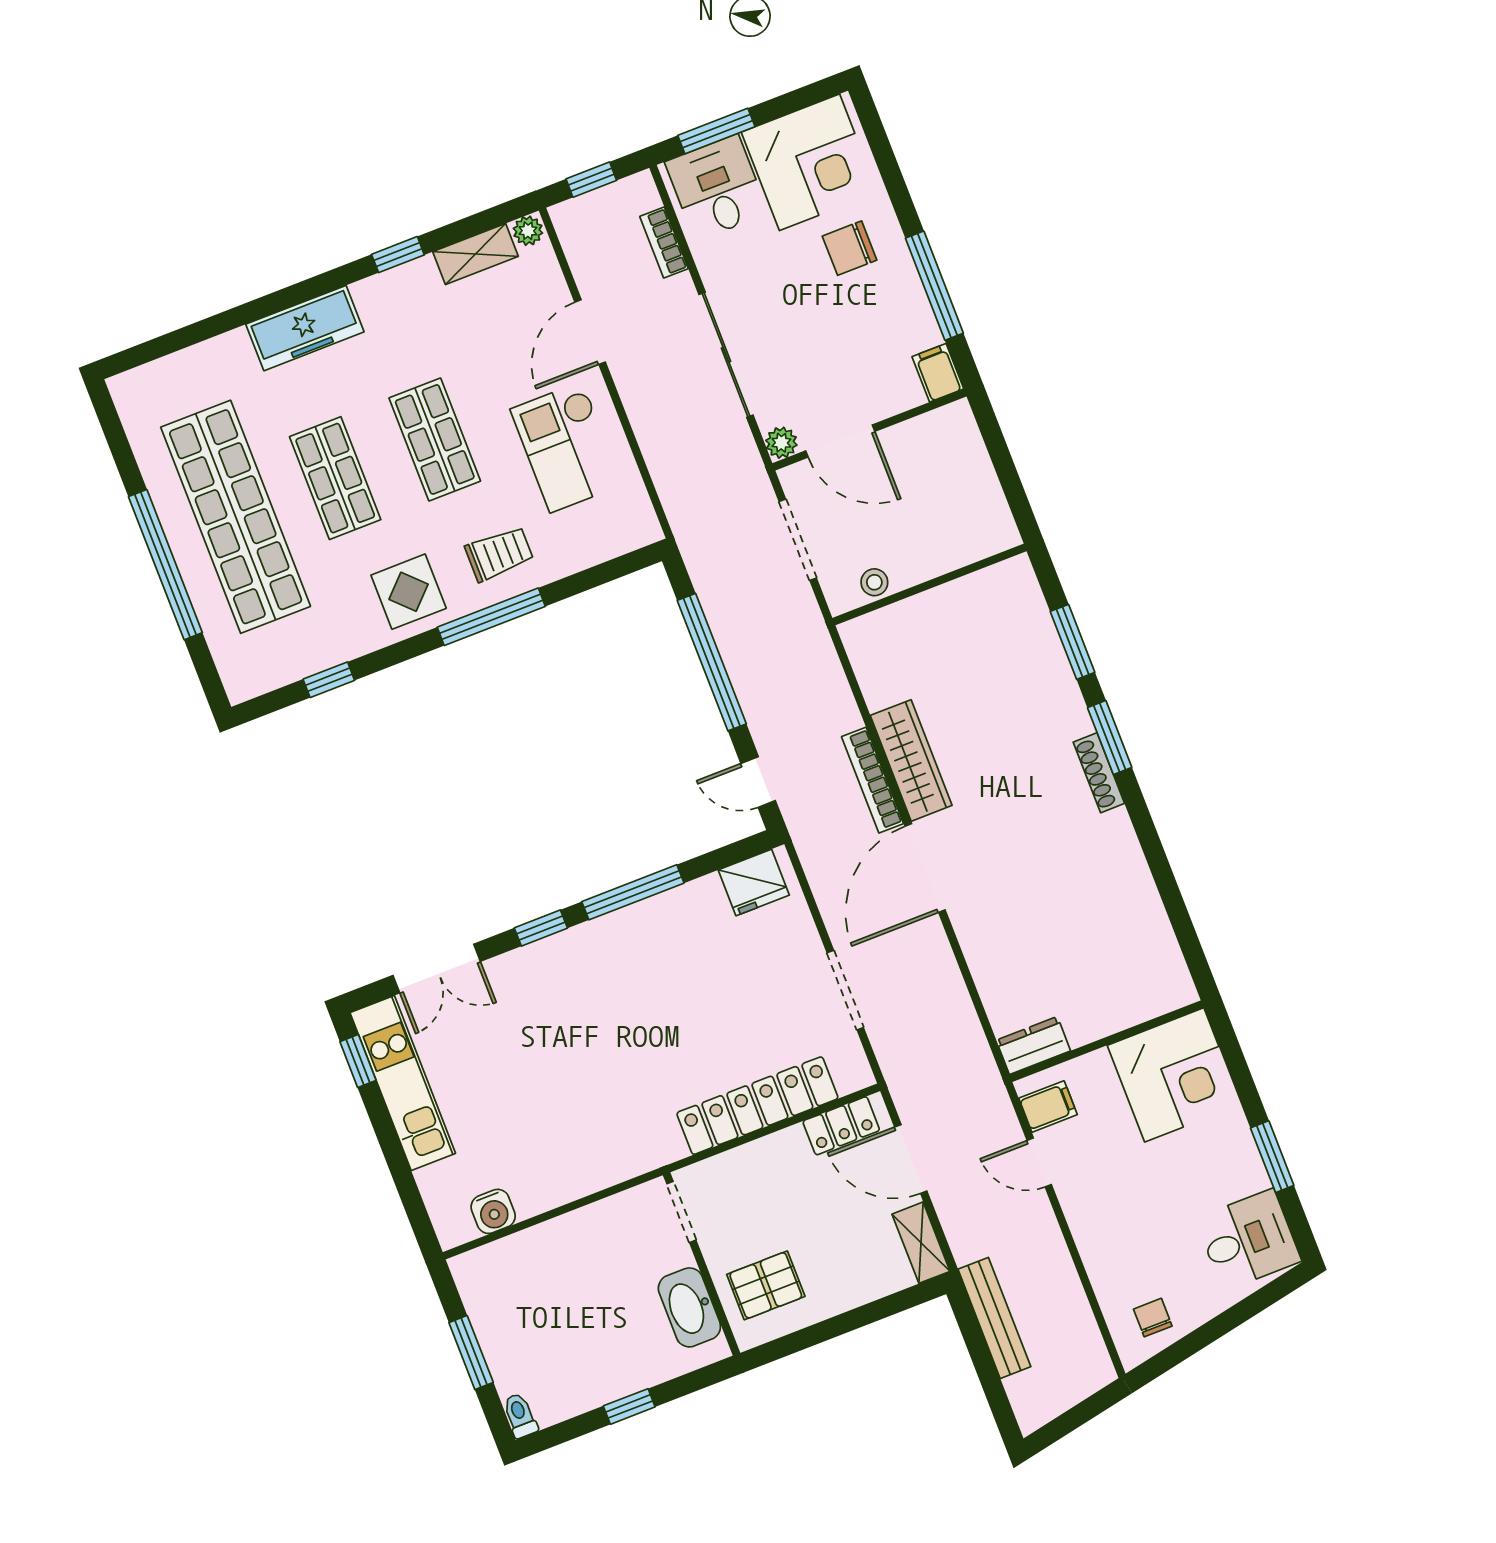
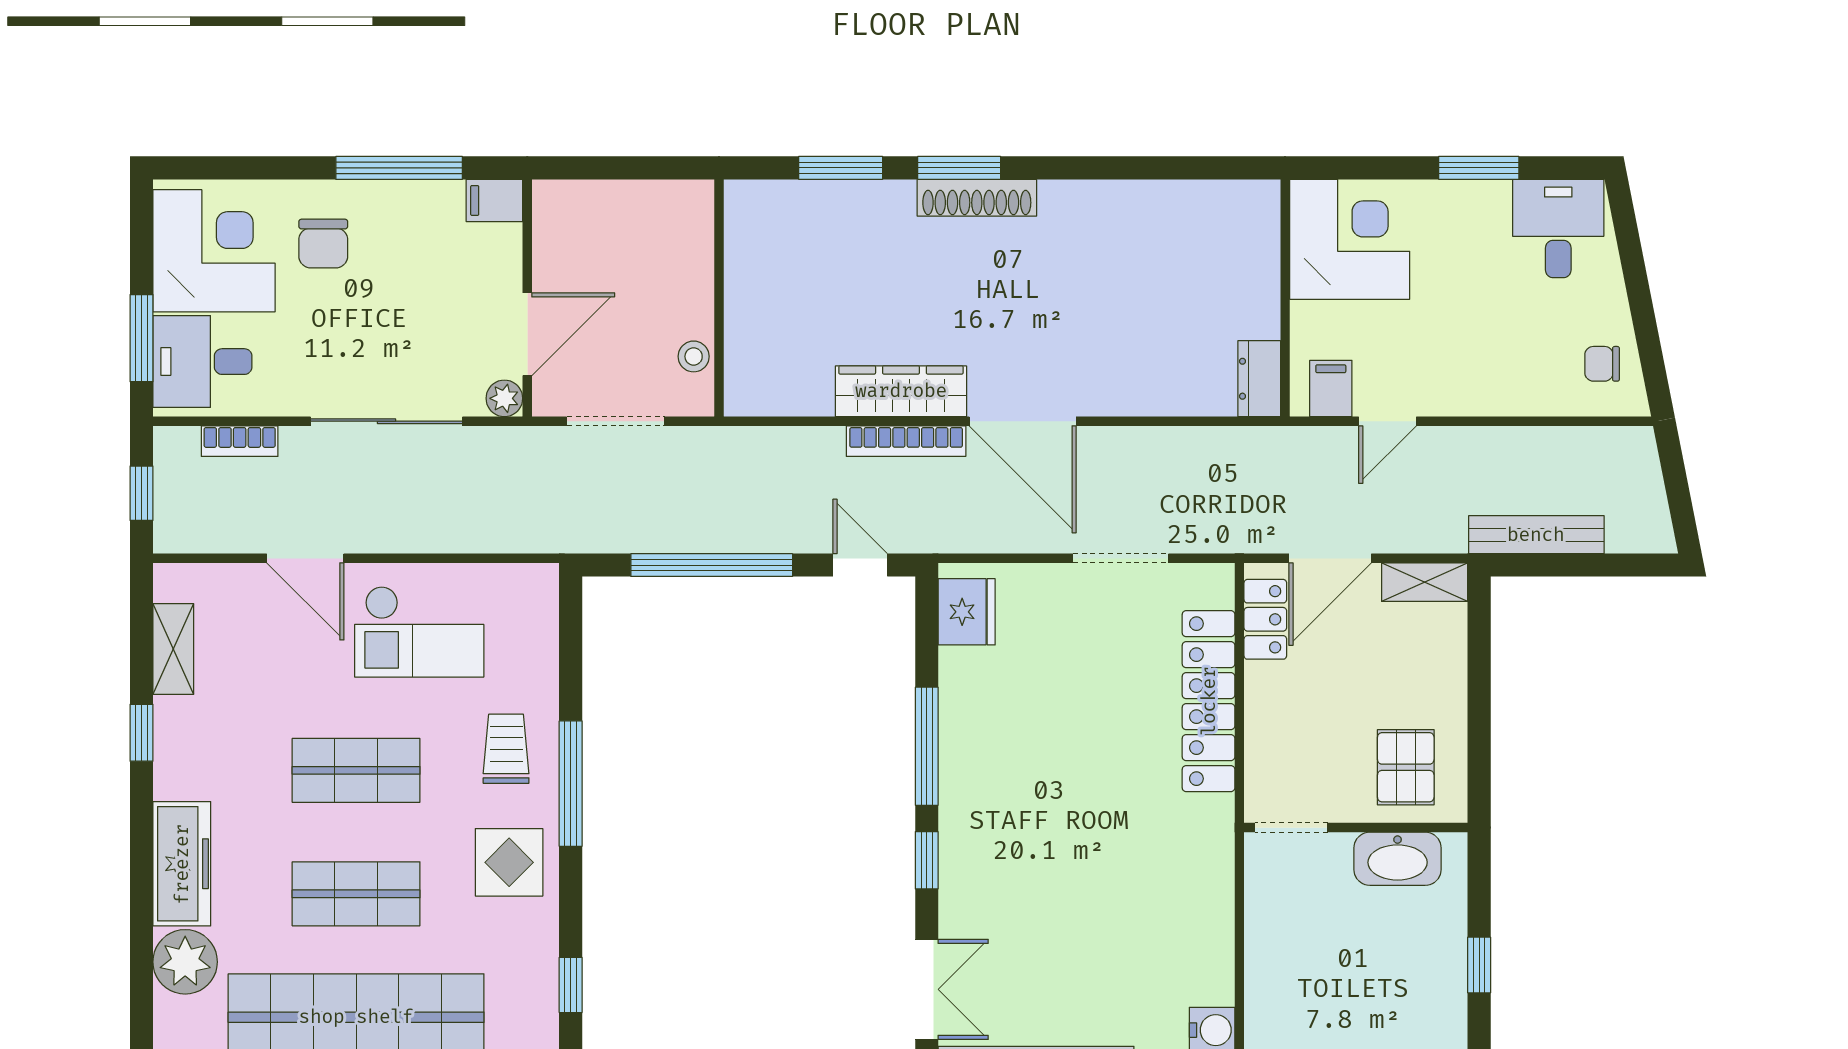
plant: (528, 231) -> (185, 962), moved, width x1.87, depth x1.87
shoe rack: (1099, 773) -> (977, 198), width x1.36, depth x1.24
door: (758, 782) -> (860, 565), swing flipped

